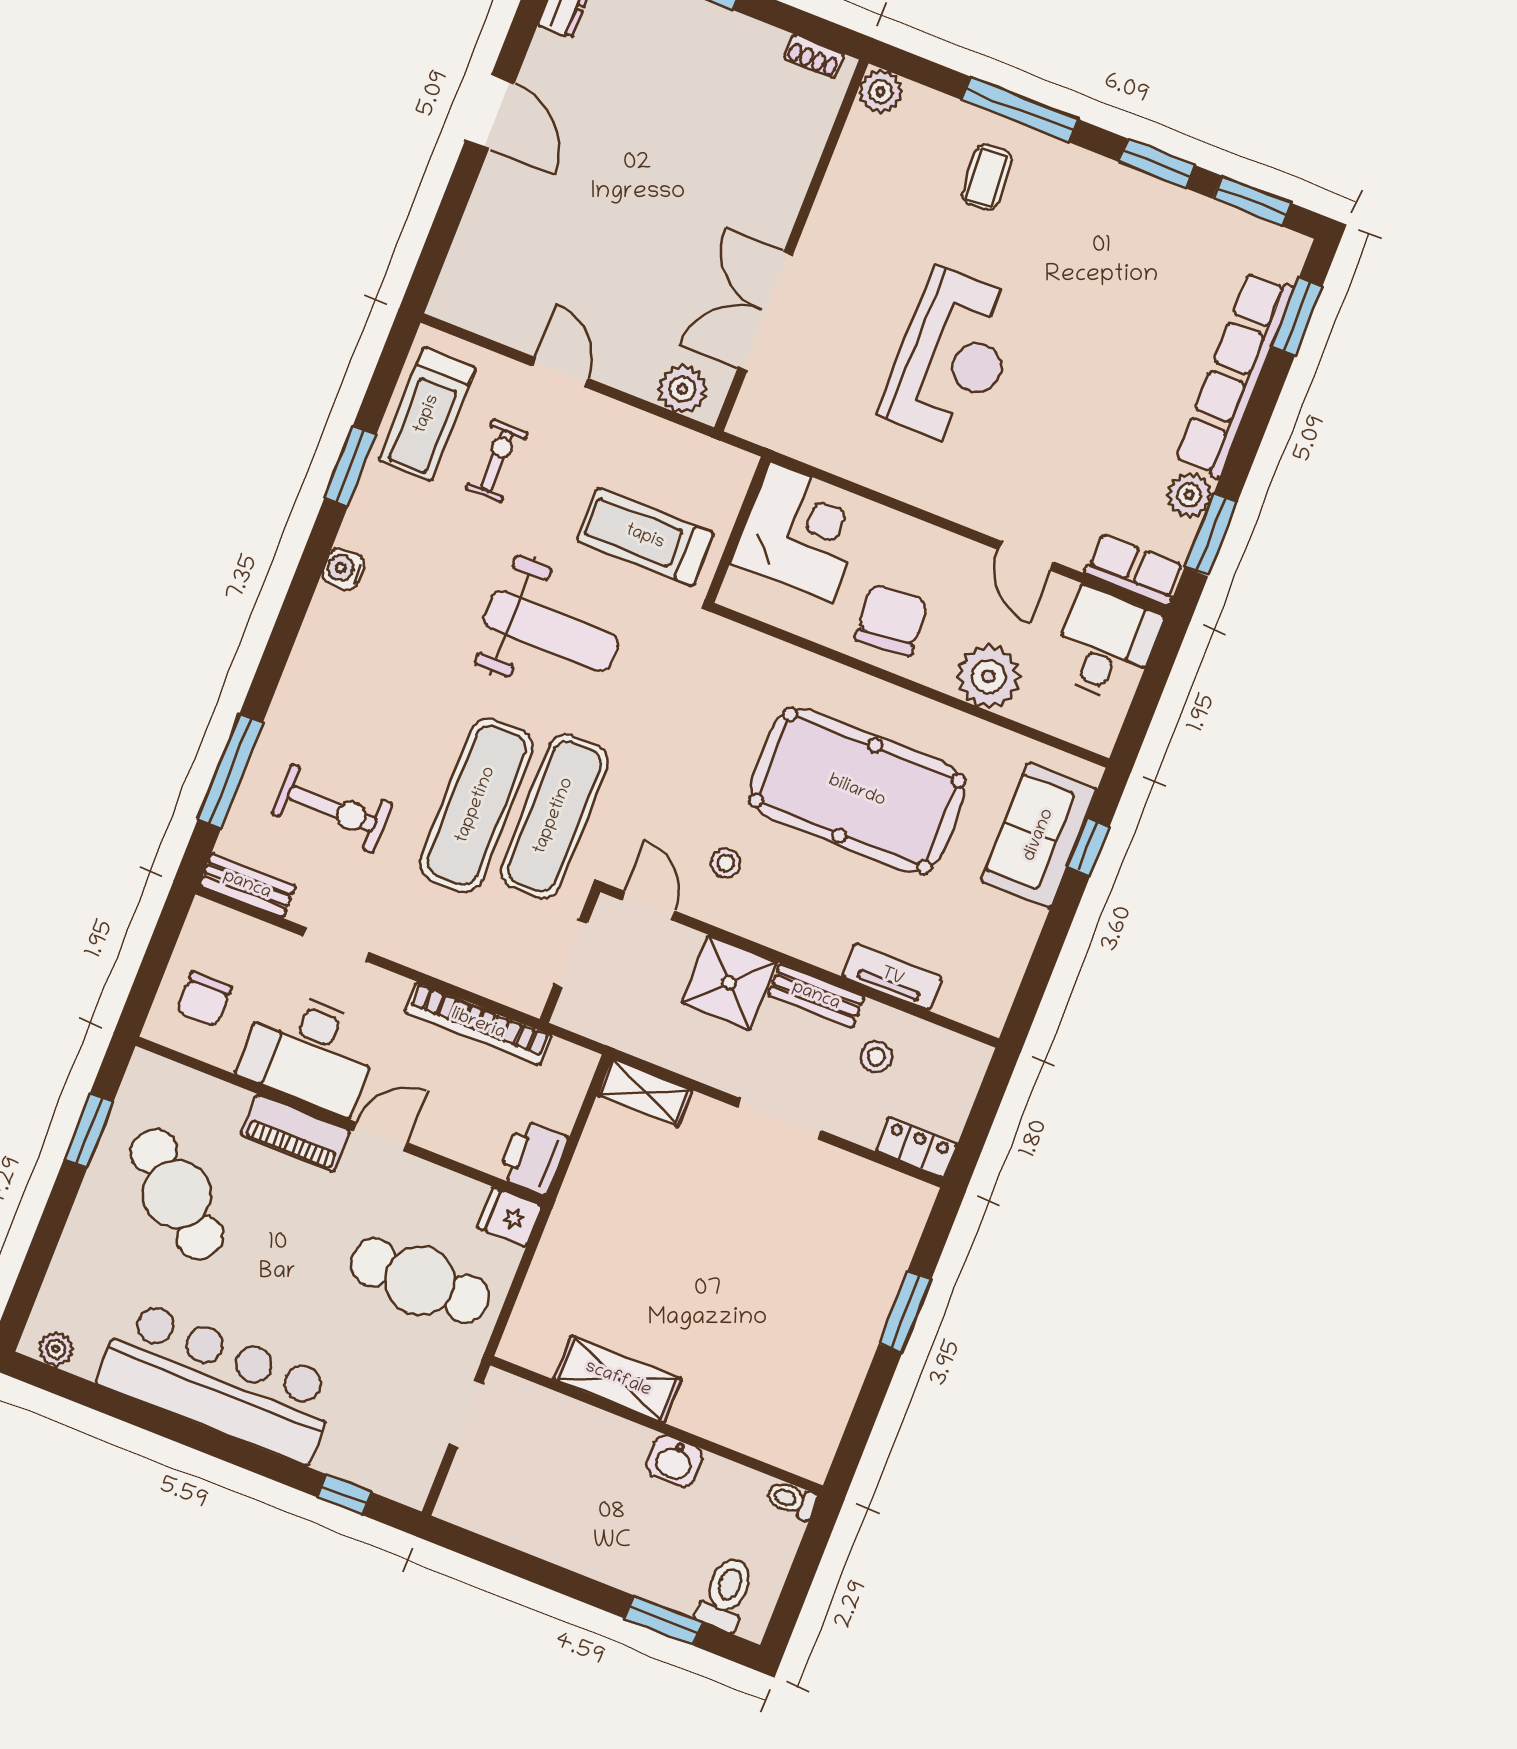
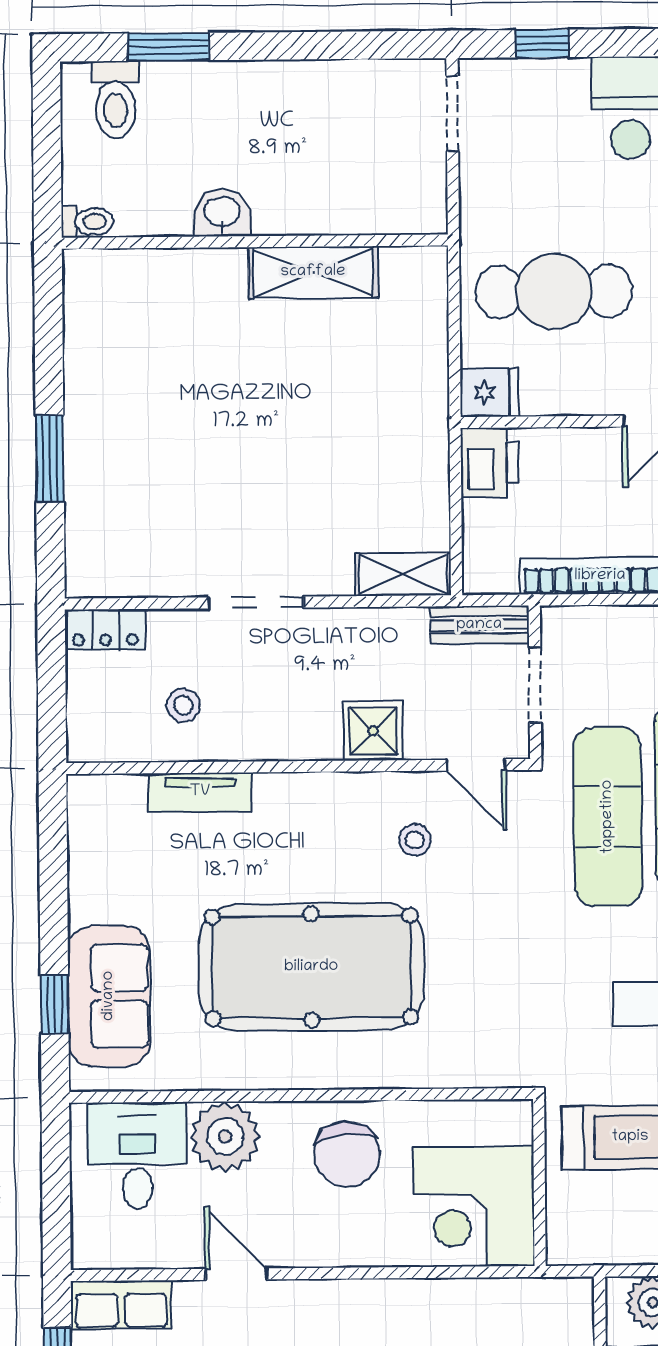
desk: (1106, 645) -> (138, 1155), moved, turned 180
shower: (729, 983) -> (373, 731), width x0.73, depth x0.73
bench: (816, 996) -> (479, 625), moved
doorway: (466, 1414) -> (452, 114), moved

